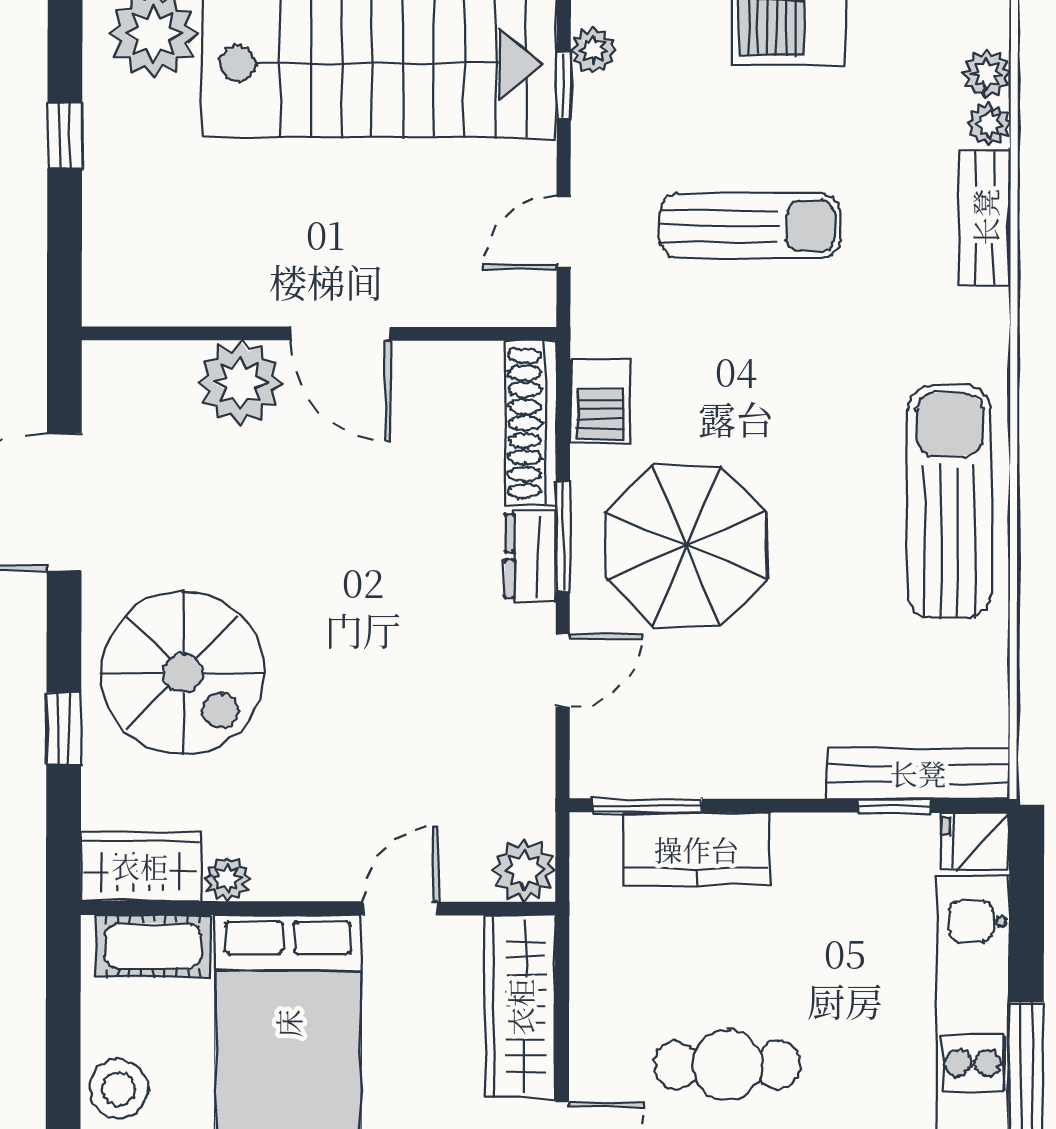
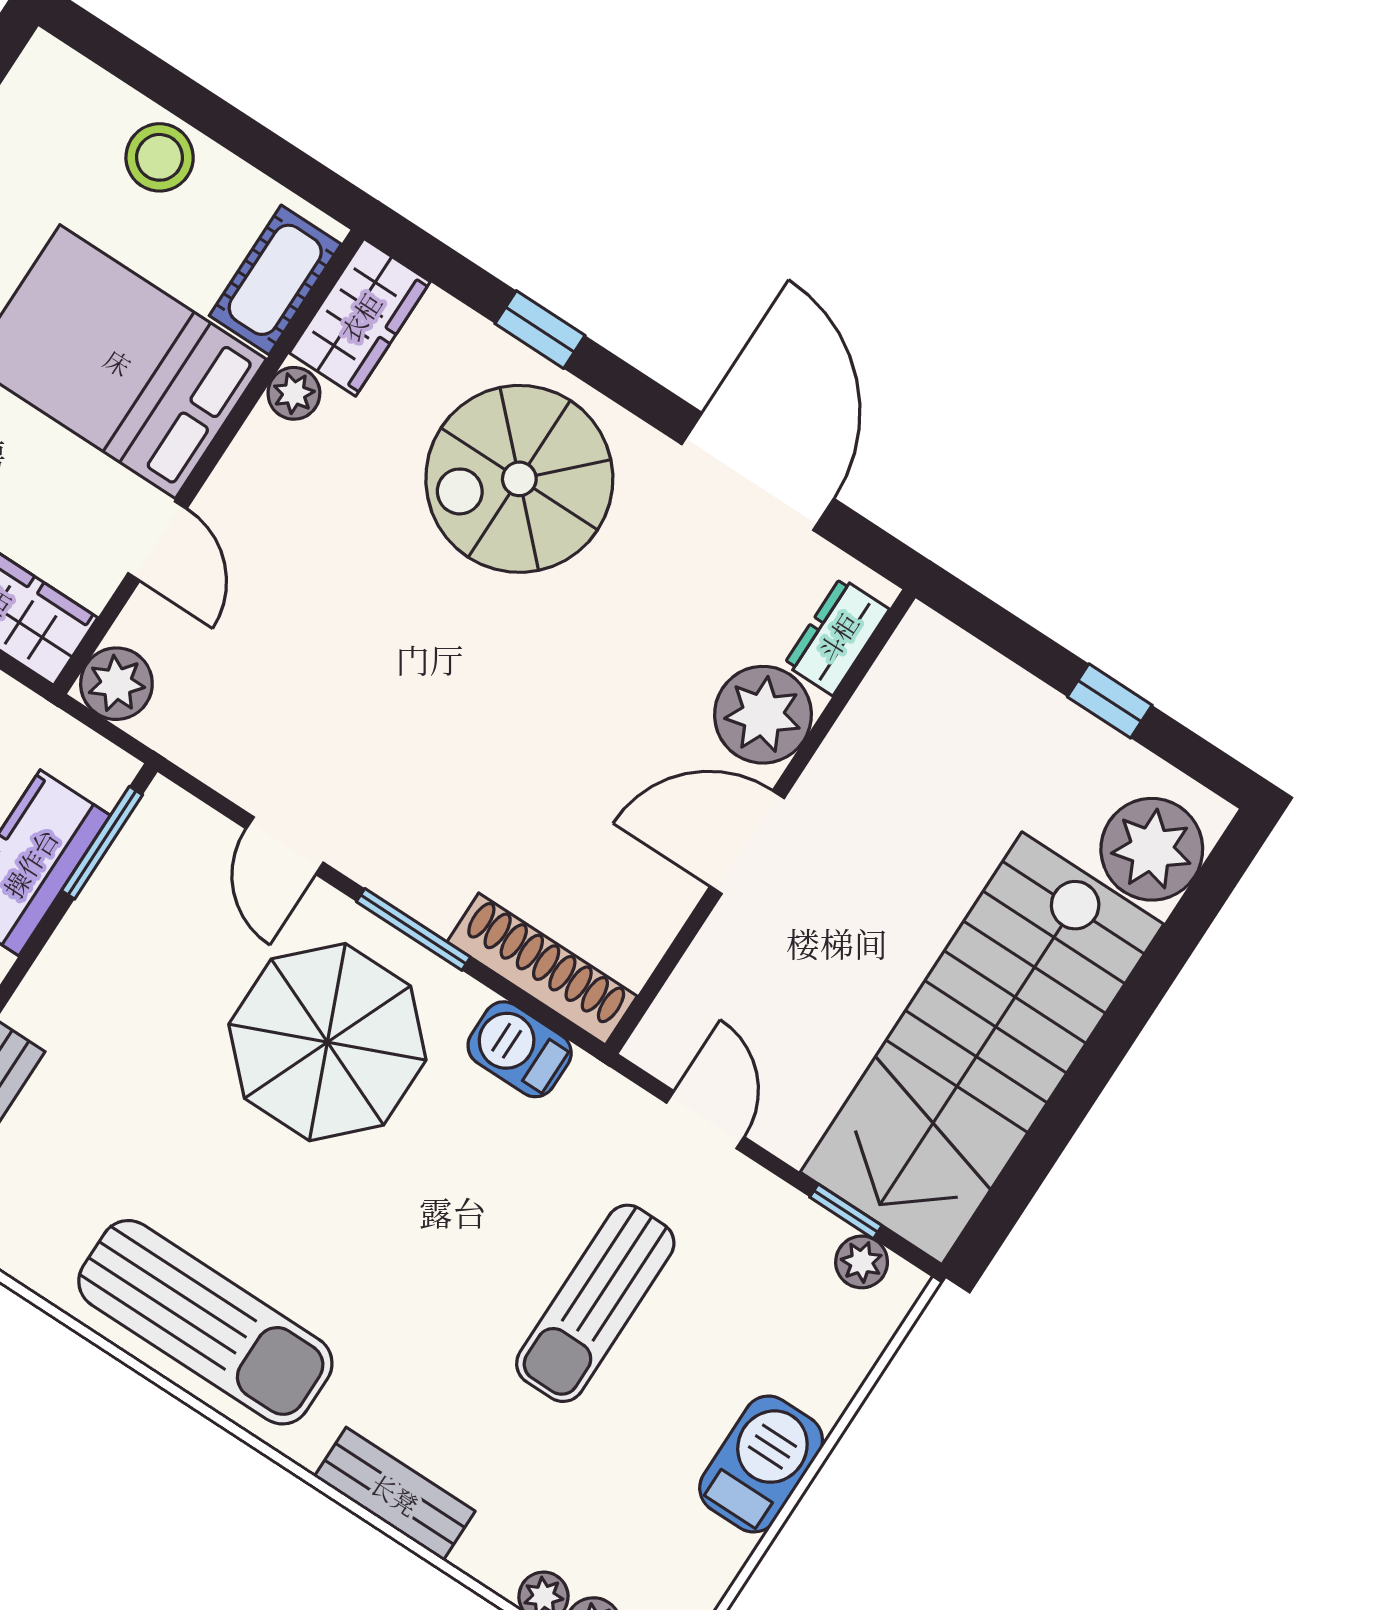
bench: (985, 217) -> (395, 1494), moved
dresser: (530, 556) -> (837, 637), moved, turned -90

